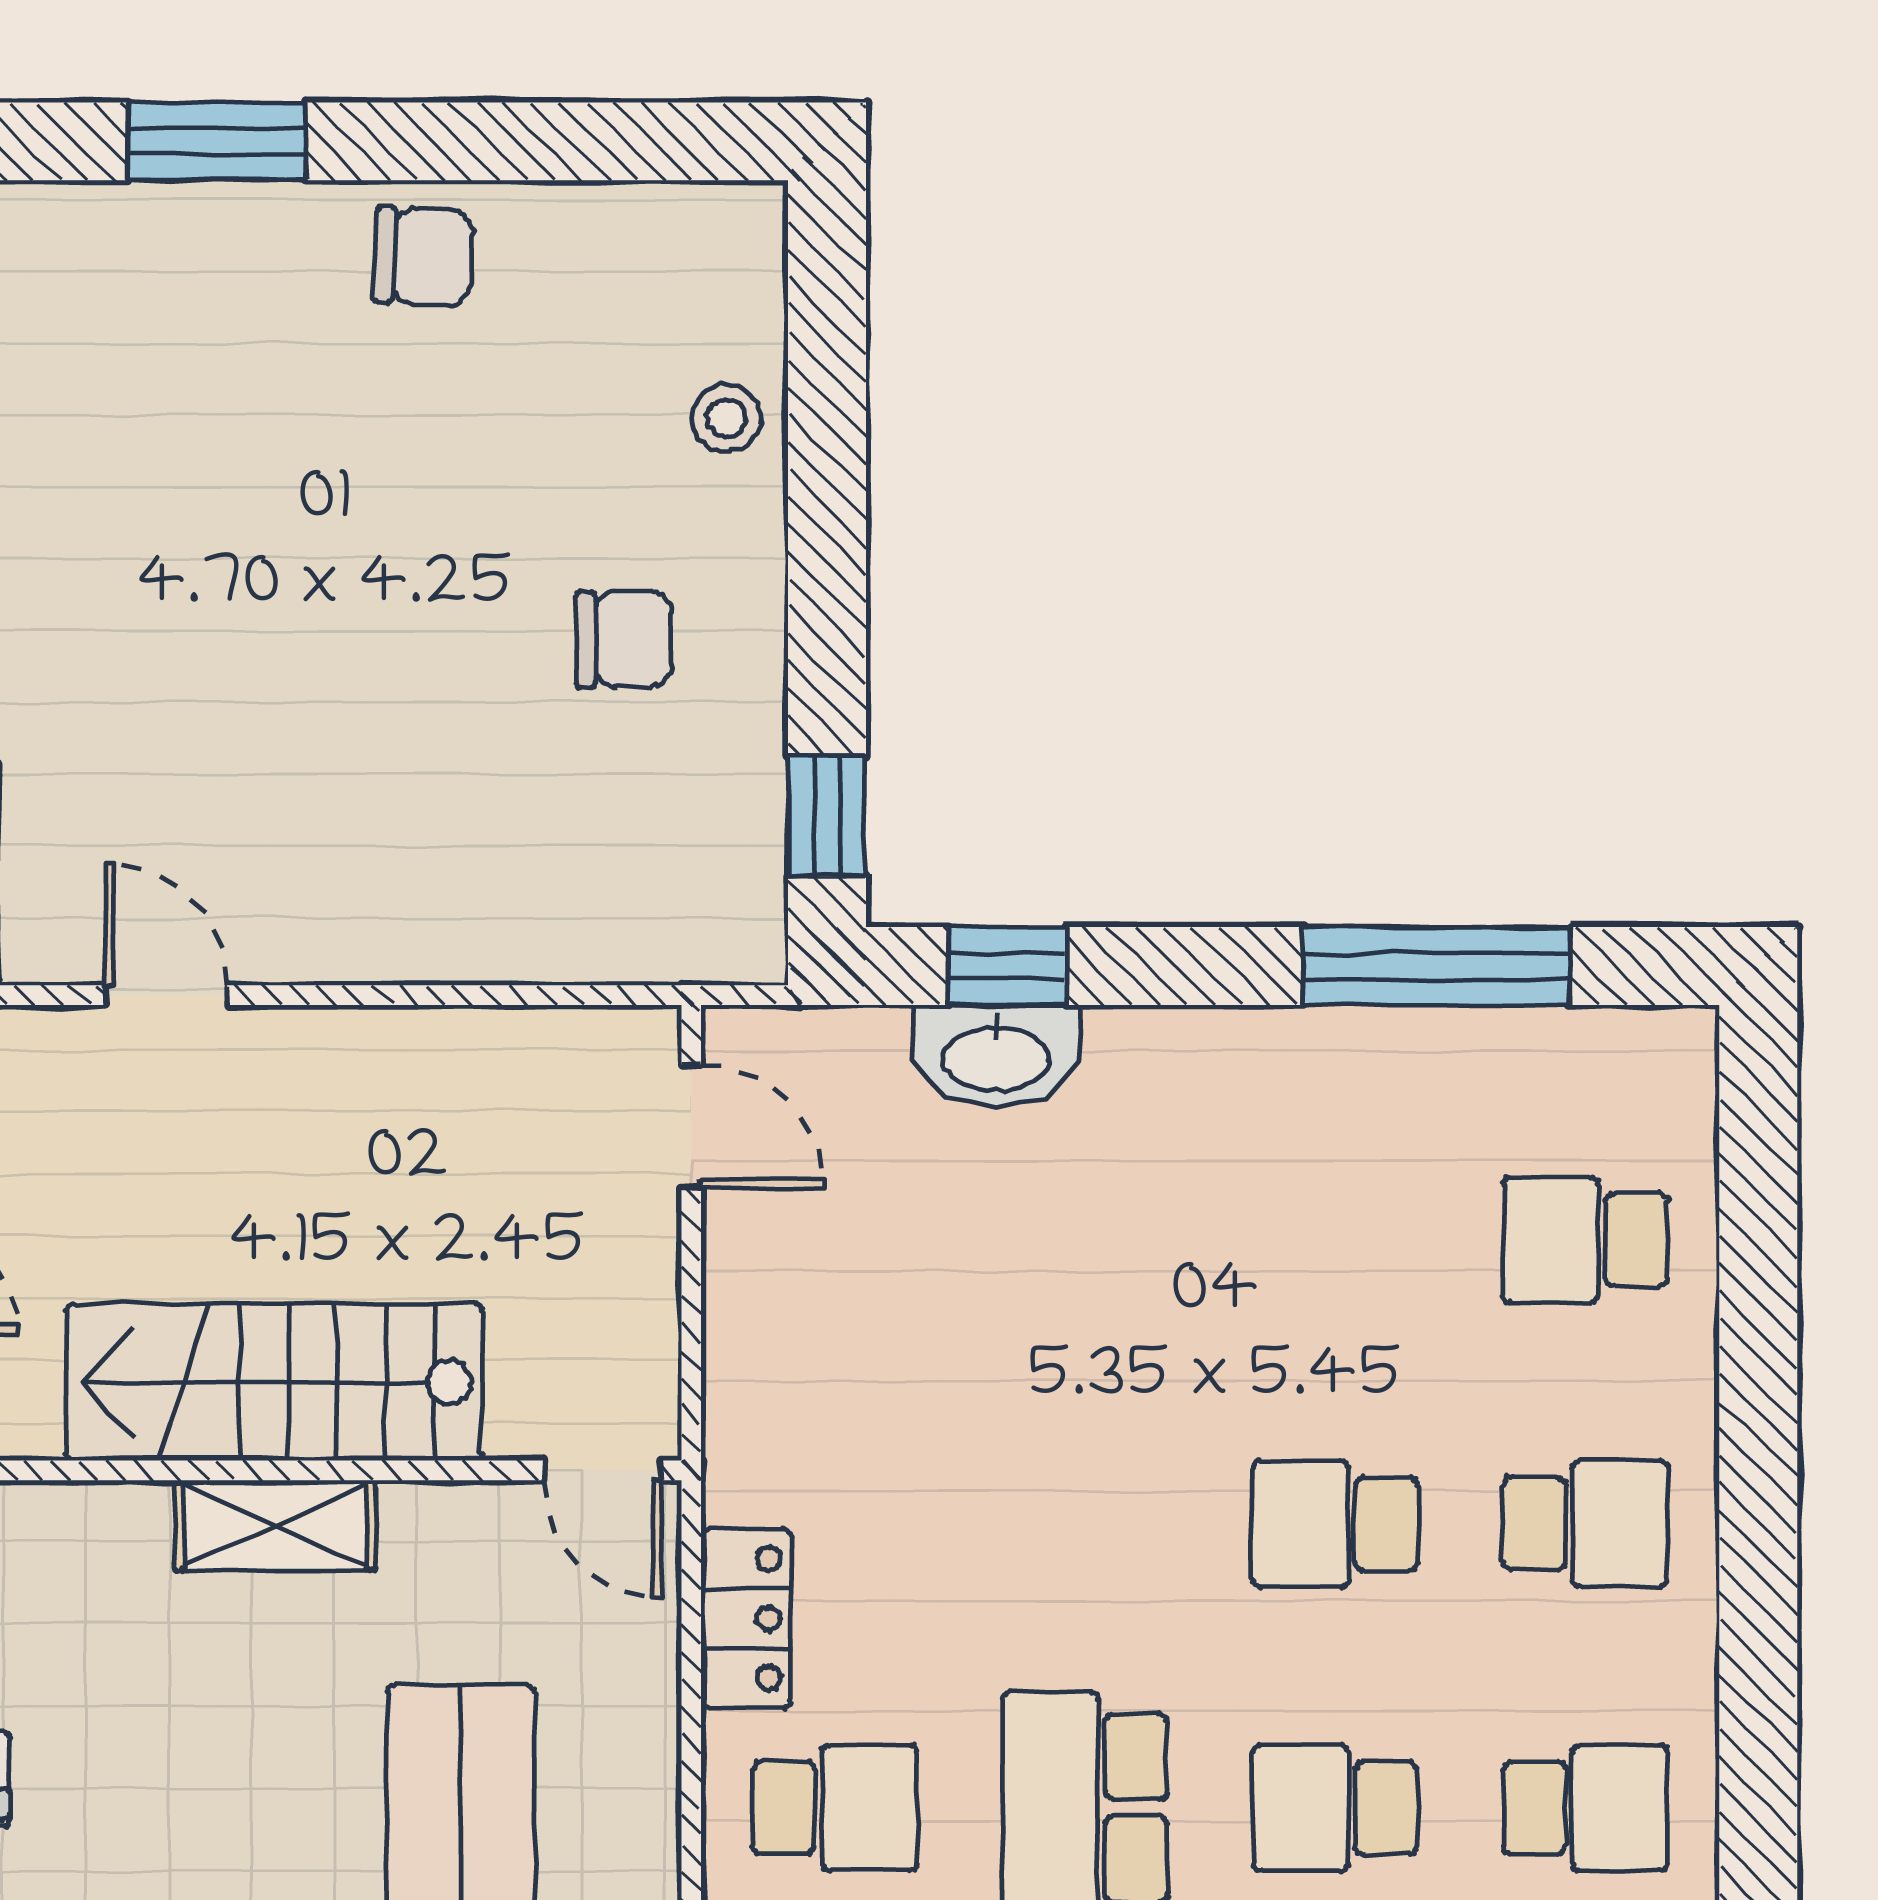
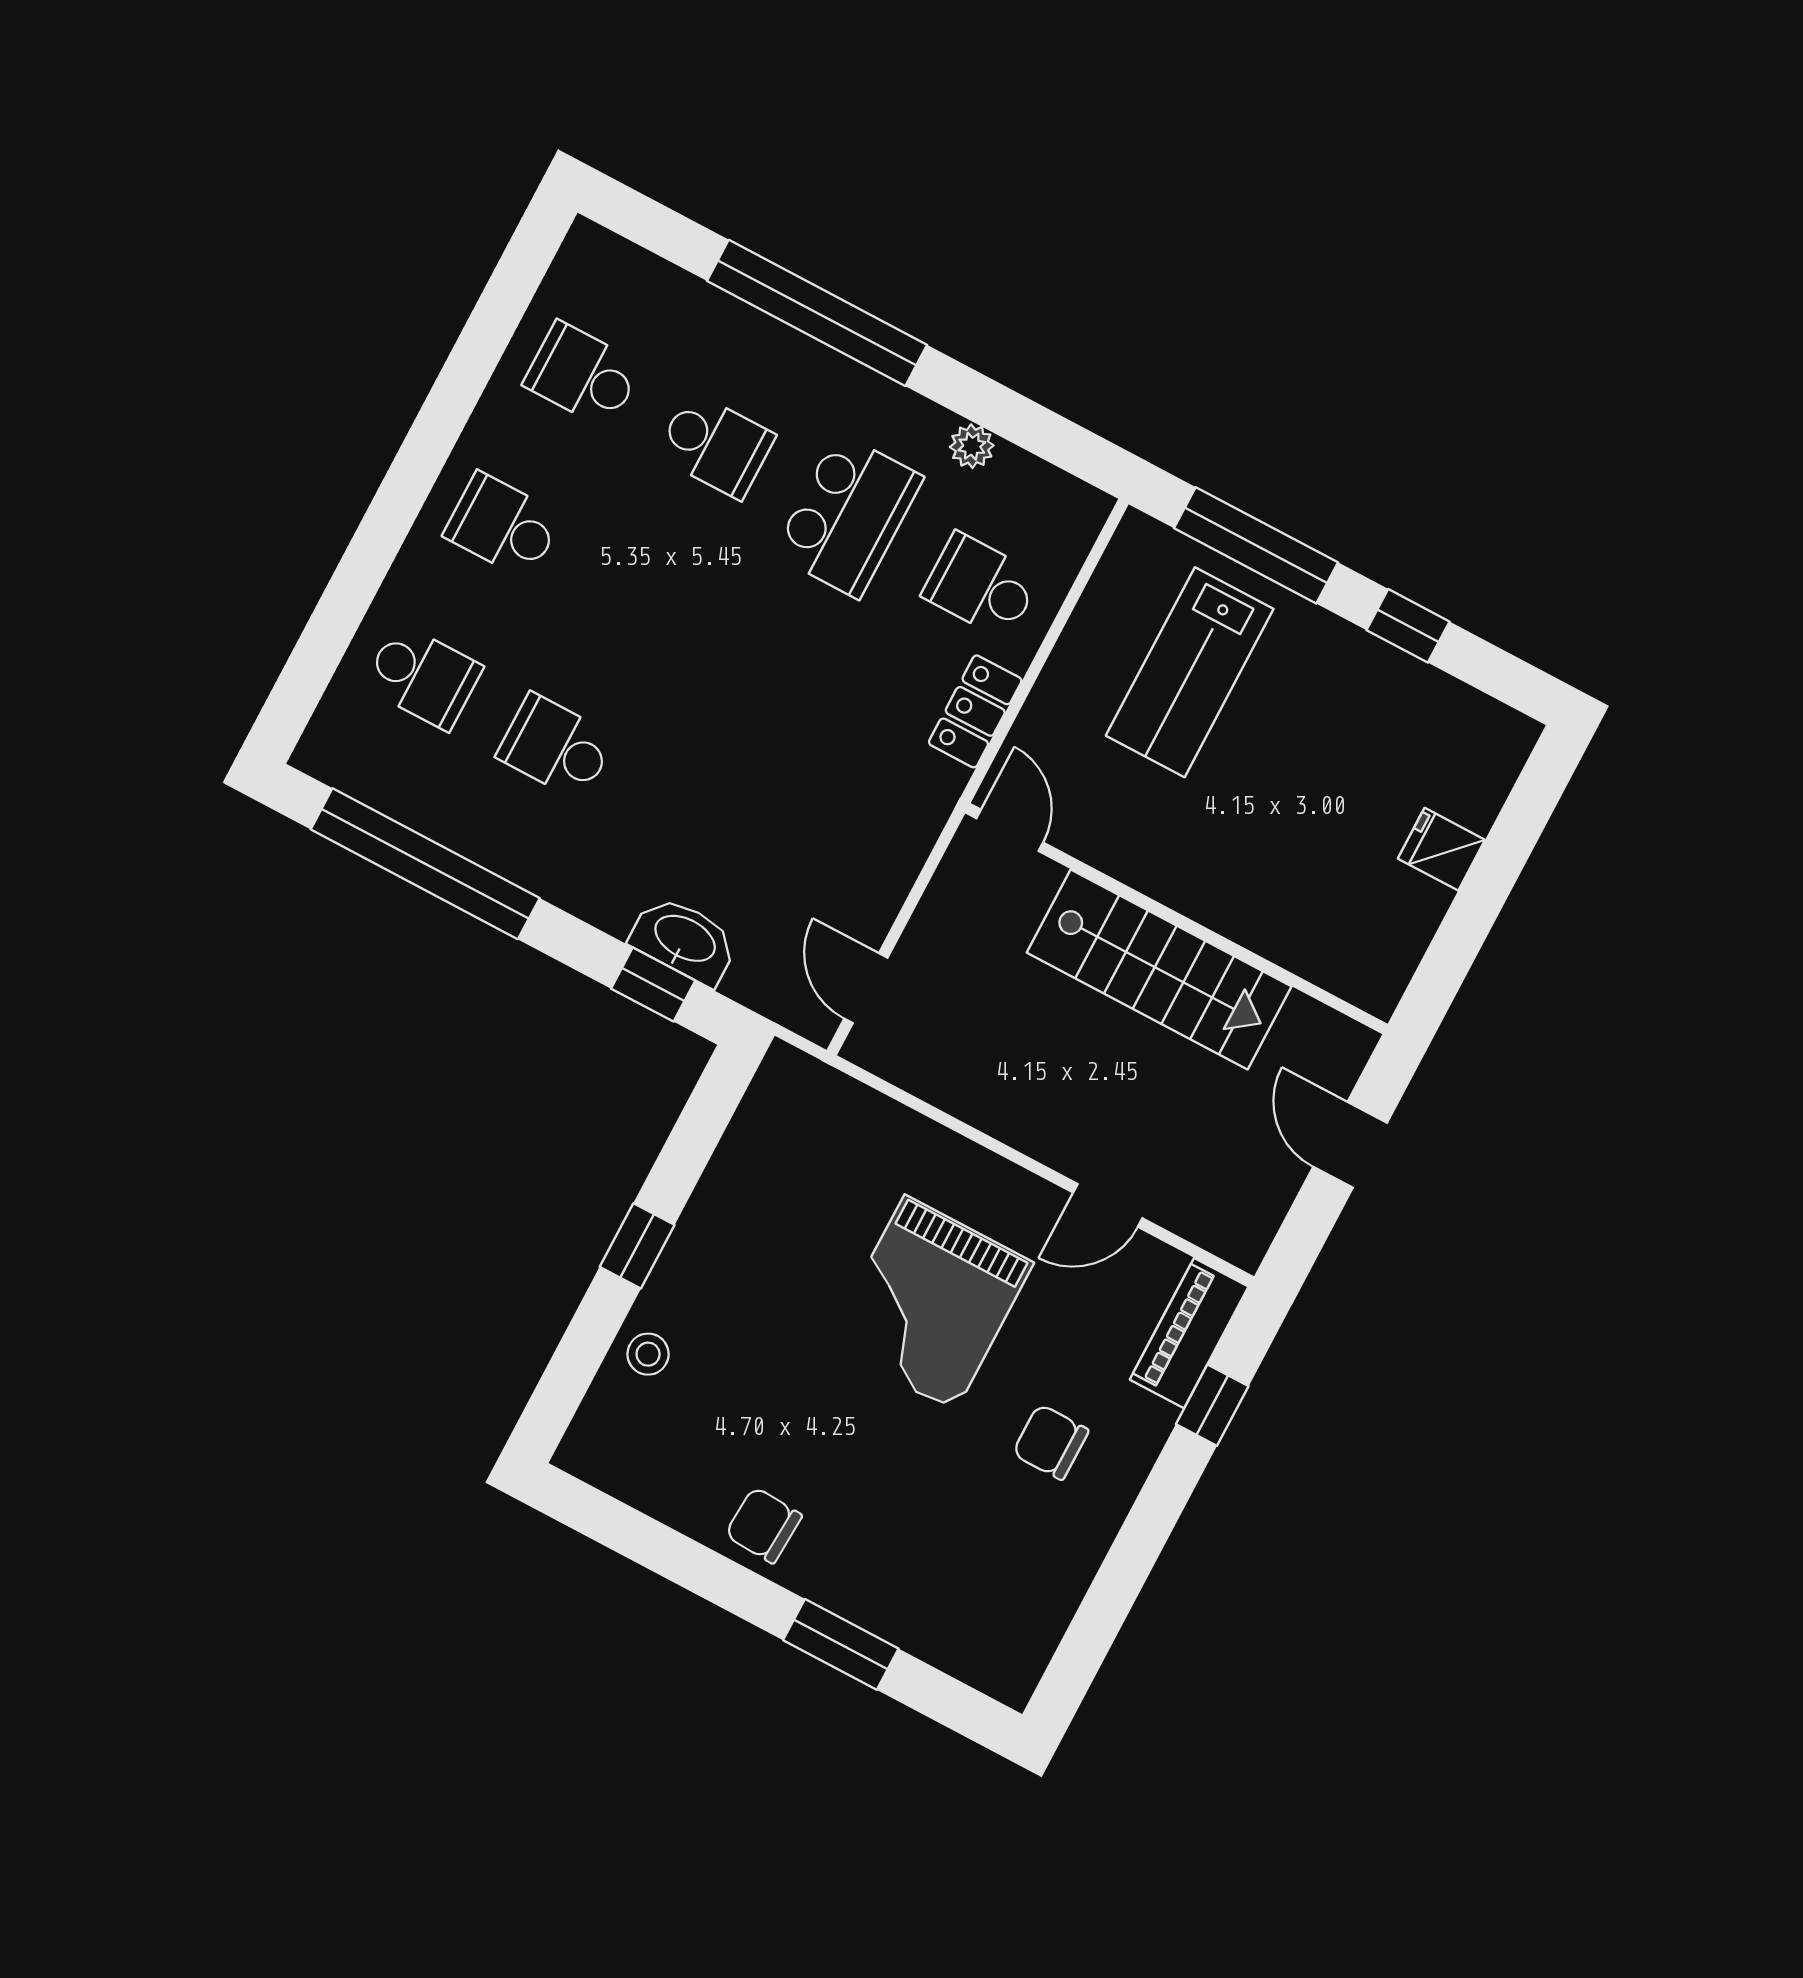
chair: (624, 639) -> (1050, 1442), moved
grand piano: (352, 713) -> (930, 1303), added
window: (827, 816) -> (637, 1246), moved
window: (1436, 966) -> (425, 864), width x1.46
door: (166, 995) -> (1108, 1205), hinge flipped
school desk: (1335, 1524) -> (556, 747), moved, turned 180
shelving: (275, 1525) -> (1199, 894), removed

